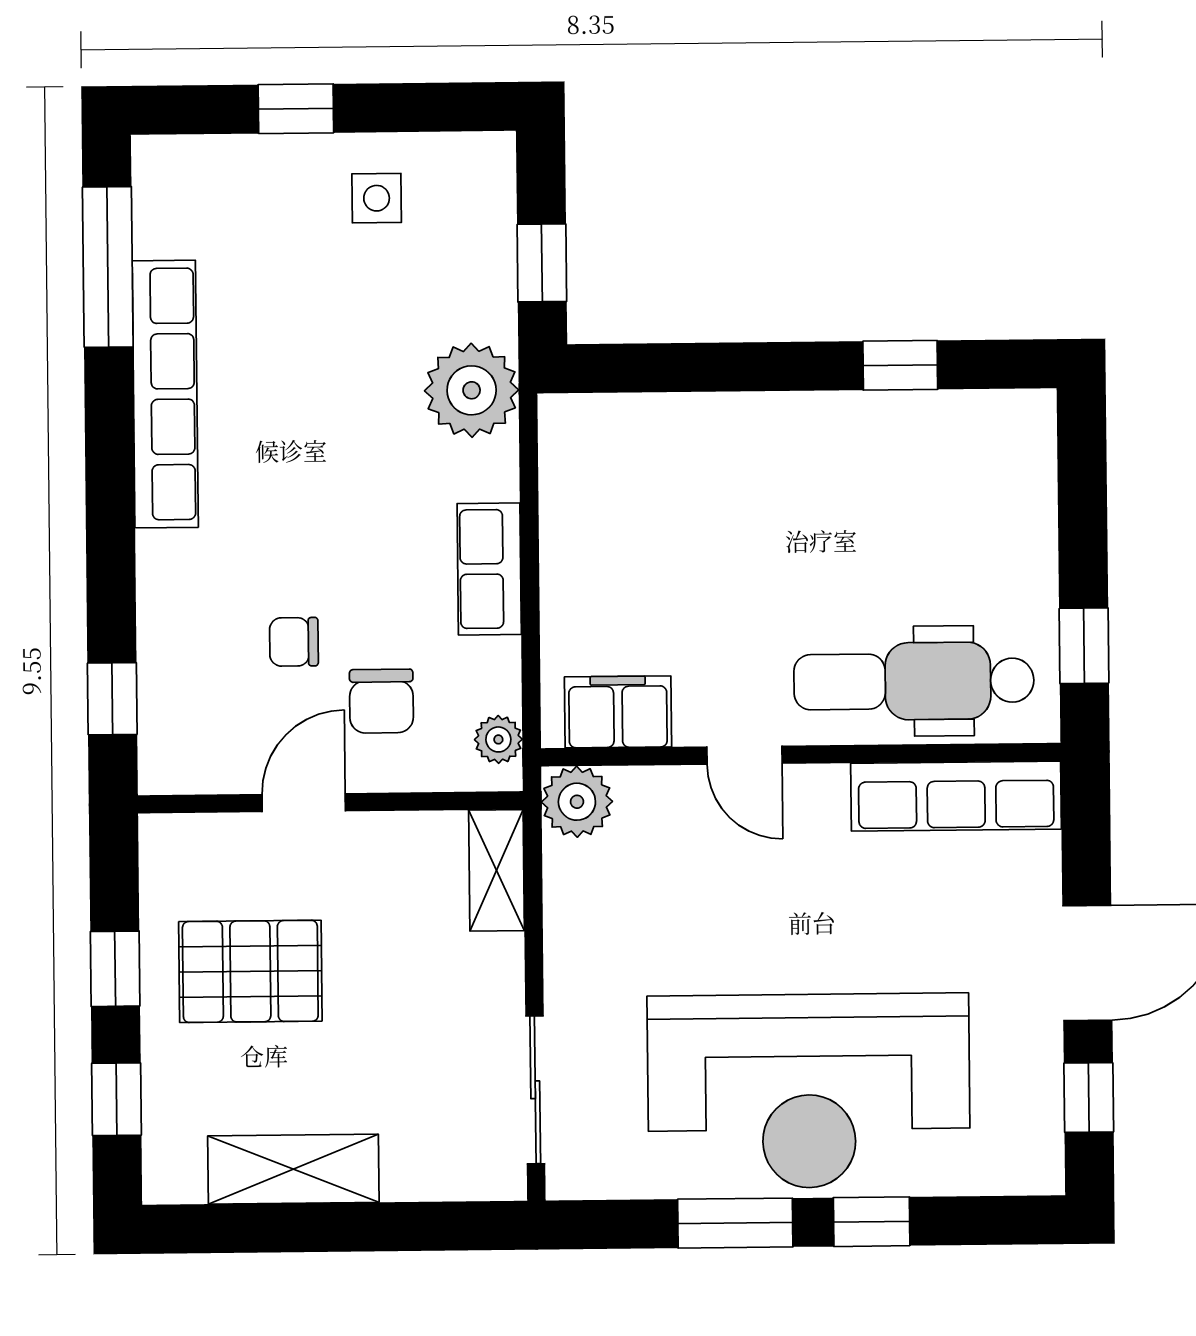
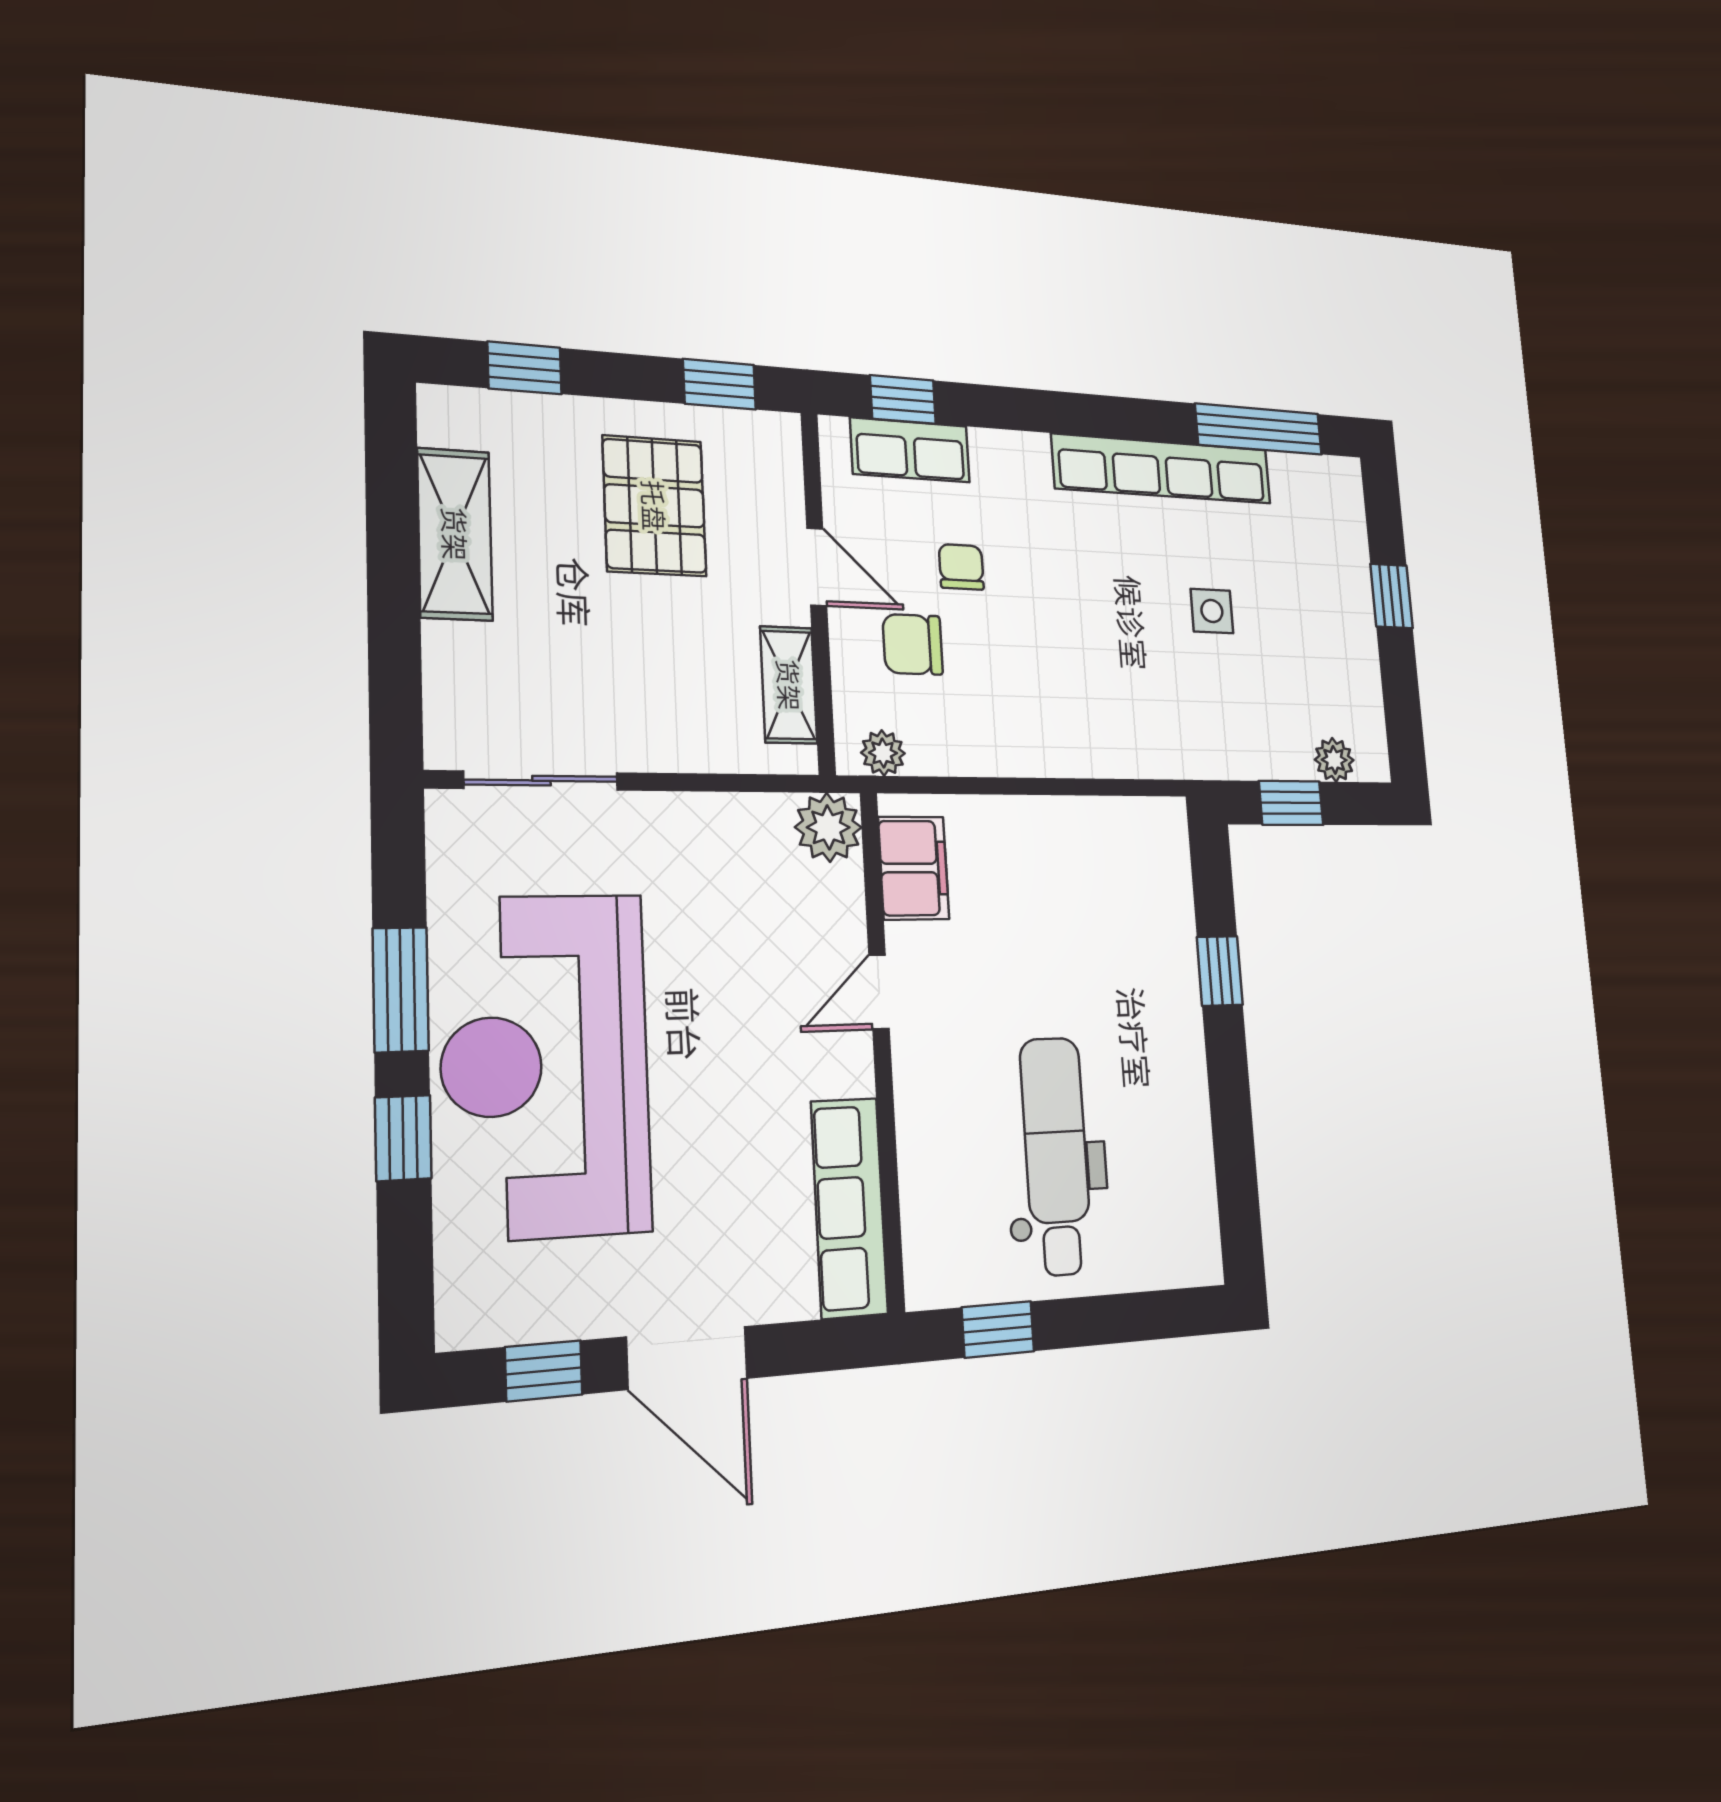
side table: (377, 198) -> (1212, 611), moved
window: (900, 365) -> (1220, 971), moved
plant: (472, 390) -> (1334, 760), moved, width x0.53, depth x0.53
row of seats: (489, 569) -> (910, 450), moved, turned 180
dental chair: (914, 681) -> (1056, 1156), moved
shelving: (497, 870) -> (789, 685), moved, turned 90
window: (115, 969) -> (719, 384), moved

